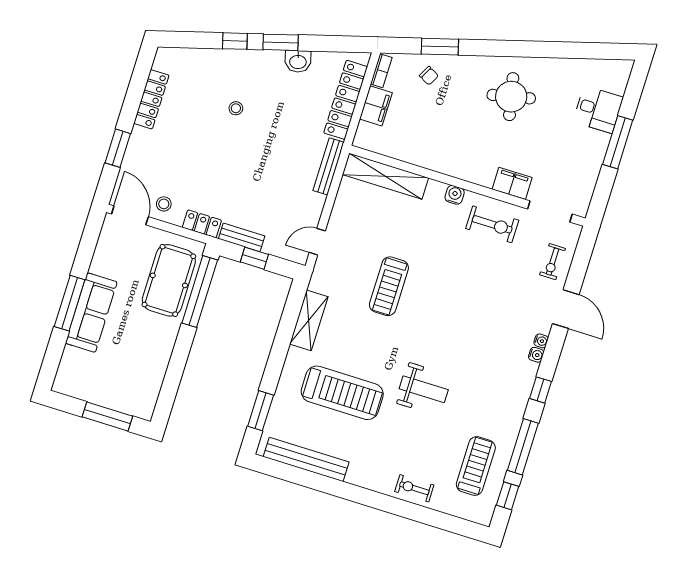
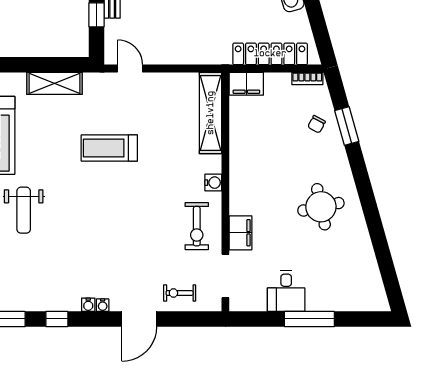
filing cabinet: (376, 106) -> (246, 84), moved
desk: (598, 109) -> (286, 291), moved
bench: (328, 166) -> (203, 57), removed

